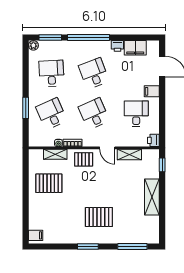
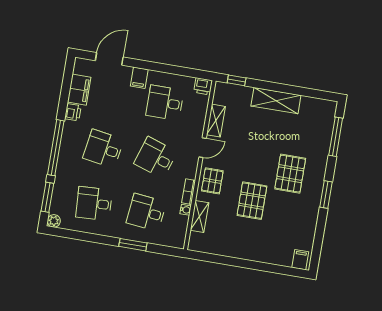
desk: (94, 73) -> (103, 149), turned 30
desk: (52, 114) -> (146, 212), turned 30
desk: (94, 114) -> (156, 158), turned 42
pallet: (49, 183) -> (252, 201), moved

